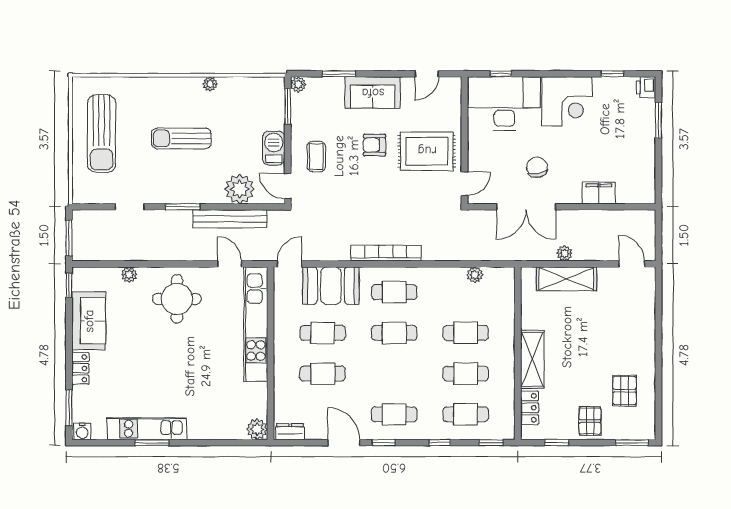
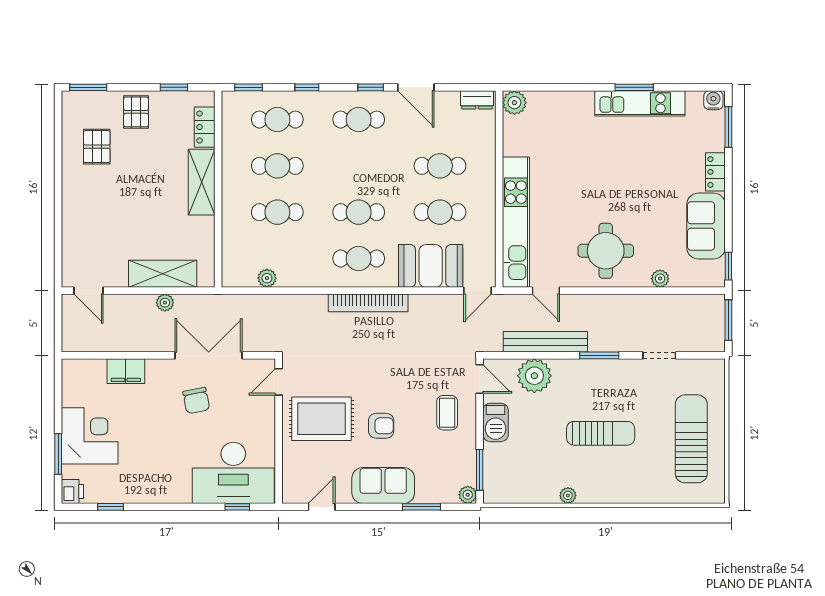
corner desk: (567, 101) -> (90, 436), moved, turned 90

